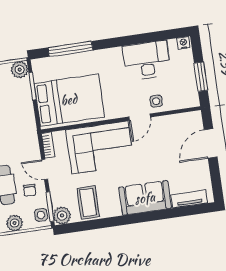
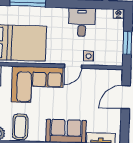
desk: (147, 60) -> (82, 22), width x0.73

